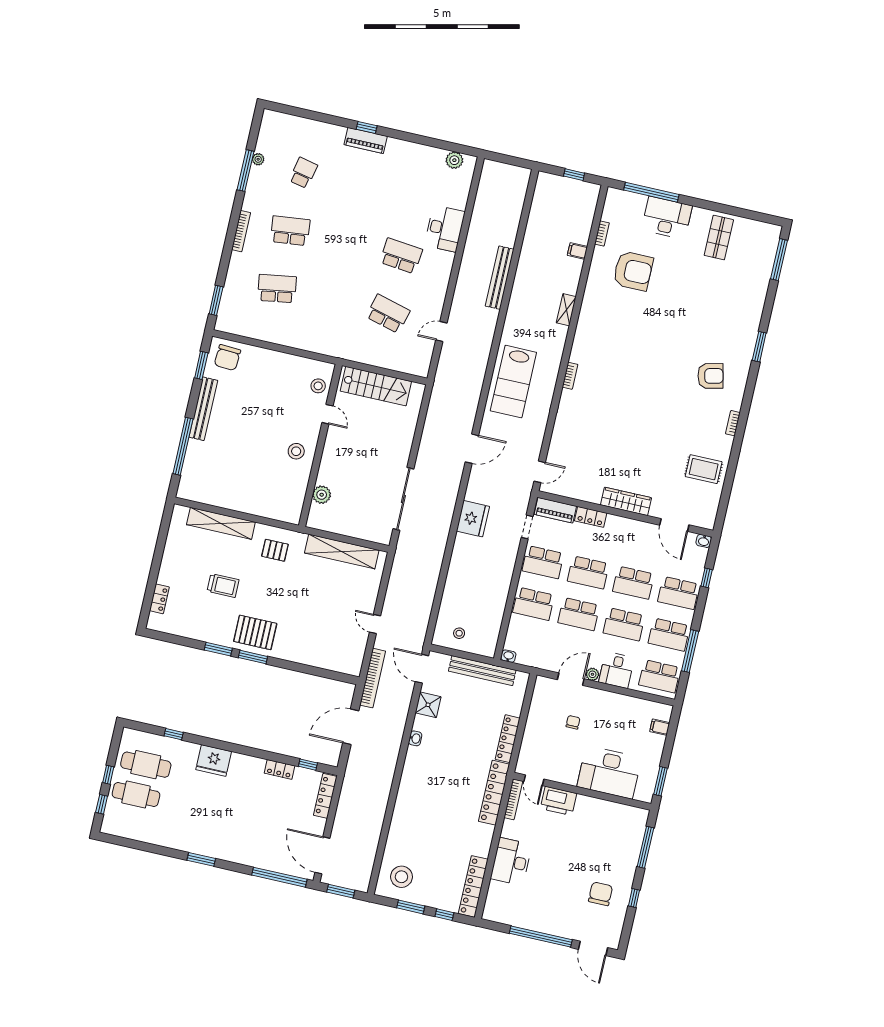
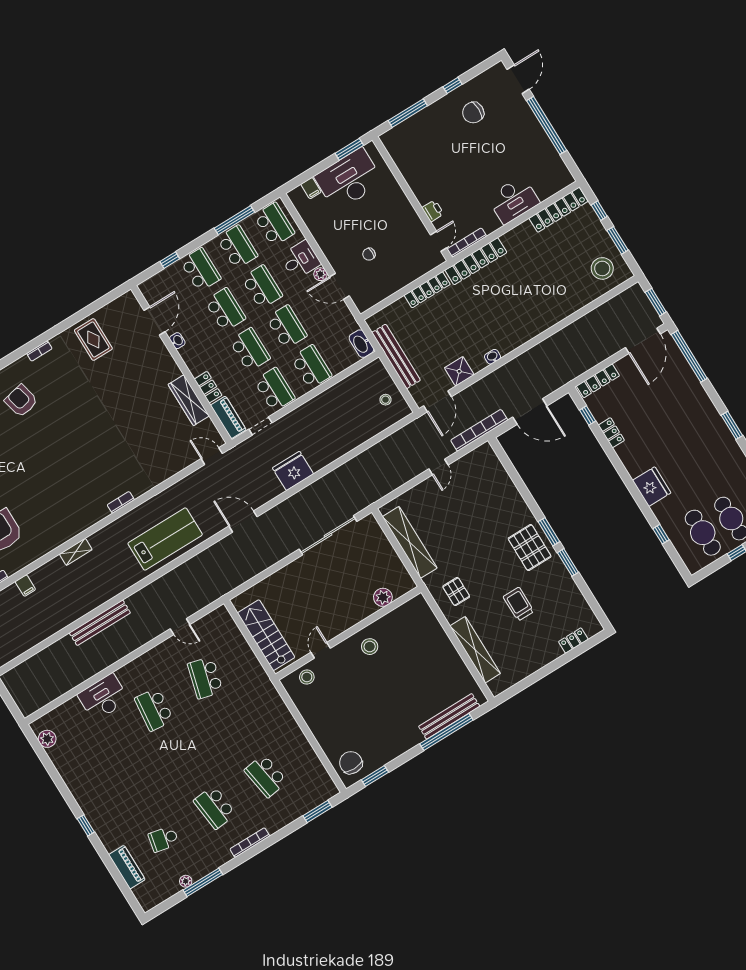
piano: (366, 140) -> (127, 867), moved
chair: (227, 358) -> (351, 763), turned -93
bench: (203, 409) -> (449, 716), moved
wardrobe: (626, 501) -> (189, 400), moved
washbasin: (704, 541) -> (177, 341), moved
washbasin: (508, 656) -> (361, 344), width x1.91, depth x1.45
desk: (609, 772) -> (349, 179), moved, turned -90
printer: (558, 801) -> (433, 211), width x0.53, depth x0.68

